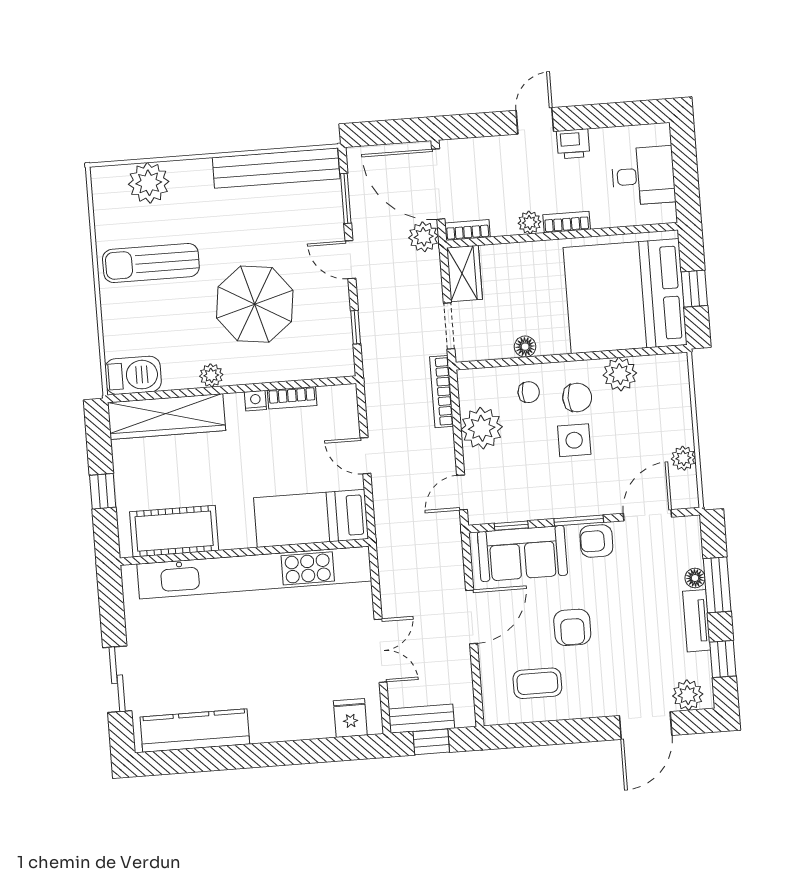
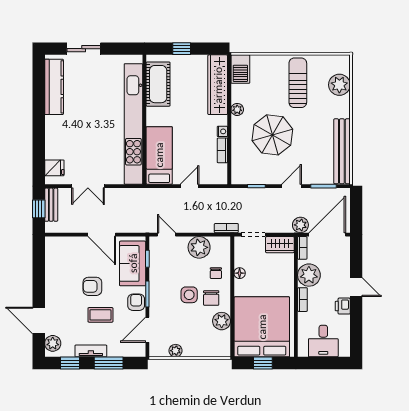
plant: (530, 223) -> (309, 275), width x1.88, depth x1.88
bookcase: (442, 392) -> (226, 228), width x0.64
door: (648, 515) -> (147, 330), swing flipped
floor lamp: (695, 578) -> (113, 352), removed
coffee table: (537, 683) -> (100, 315), moved, turned 90

